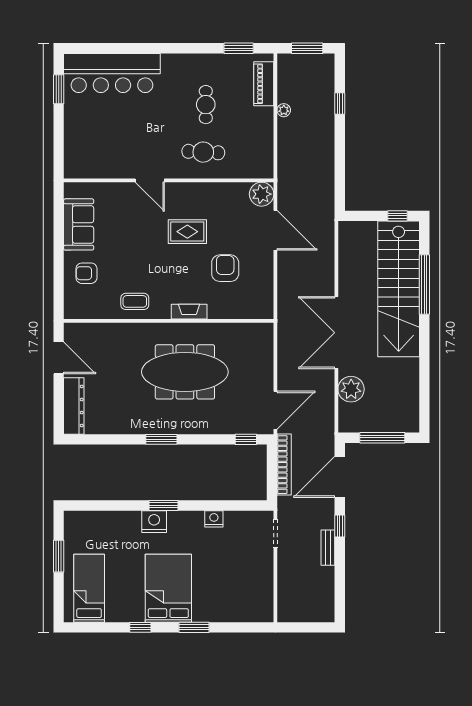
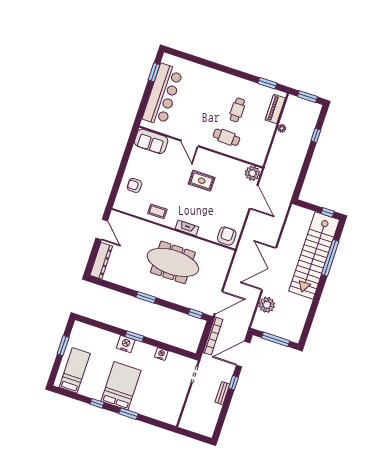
bar counter: (112, 73) -> (163, 95), moved, turned -90
sofa: (79, 224) -> (151, 141), moved, turned 90
armchair: (225, 268) -> (227, 236), moved

